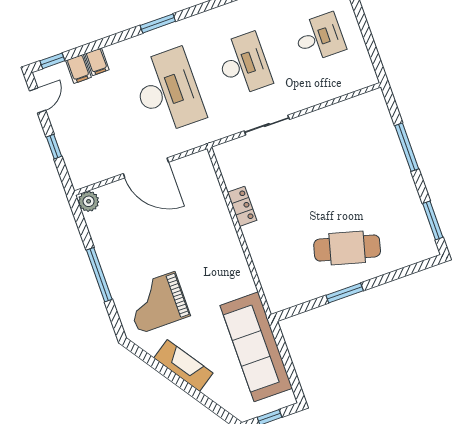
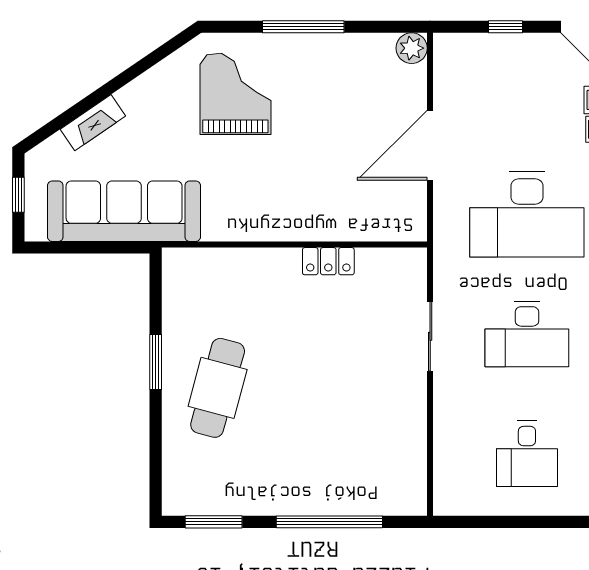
window: (407, 147) -> (329, 522), width x1.46
fireplace: (183, 366) -> (93, 123), moved, width x0.73, depth x0.76

